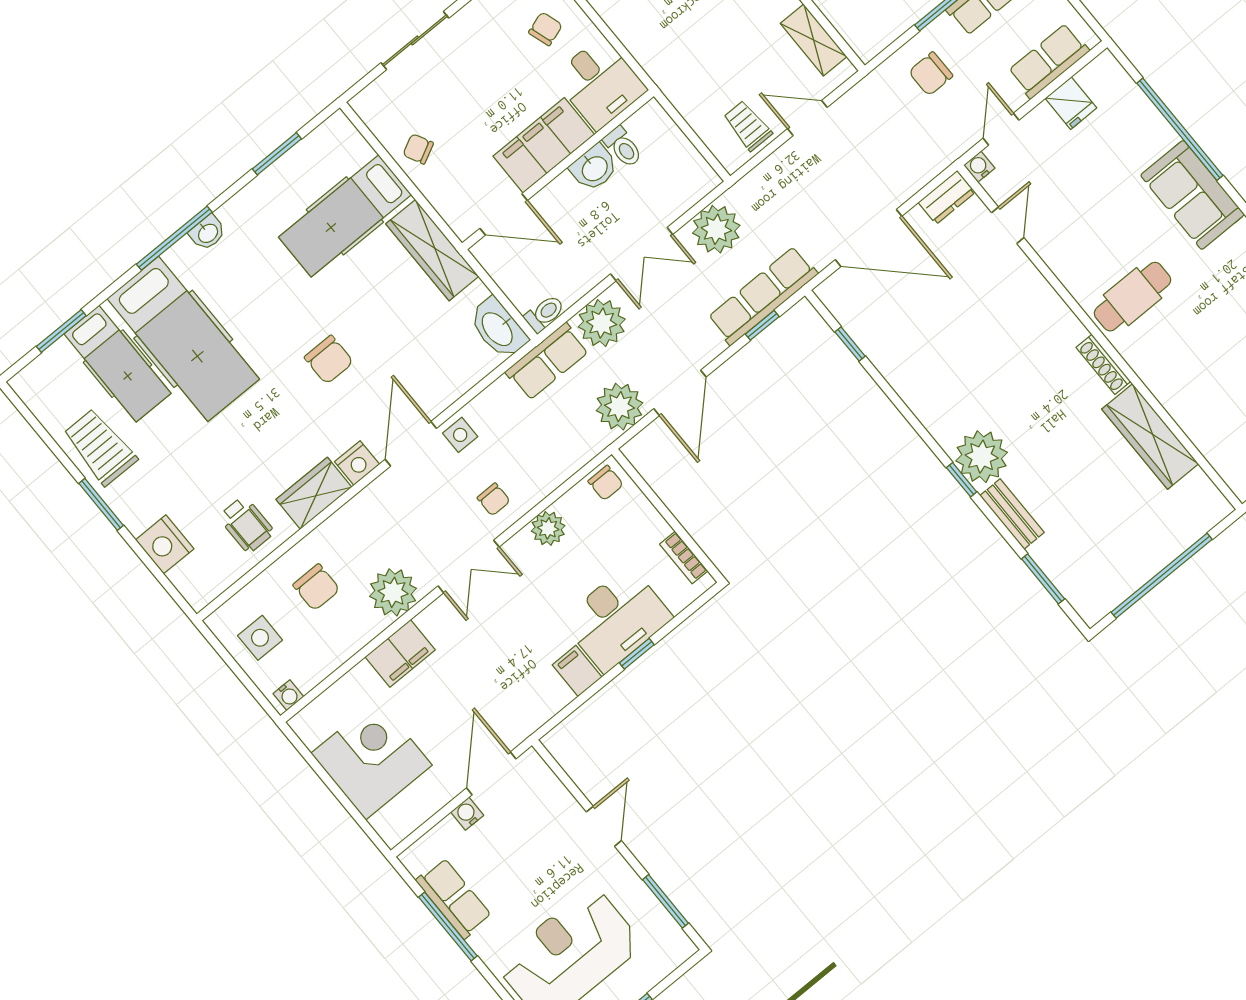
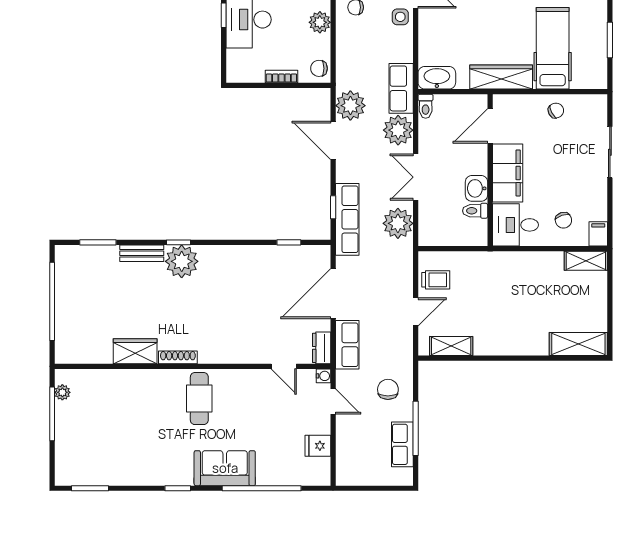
row of seats: (1049, 61) -> (347, 345), moved
wardrobe: (1150, 436) -> (135, 351), width x0.67
bookcase: (684, 558) -> (281, 76), moved

